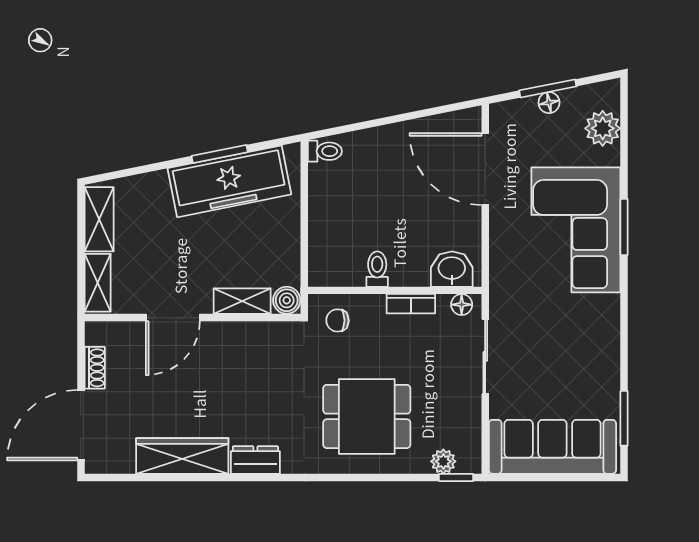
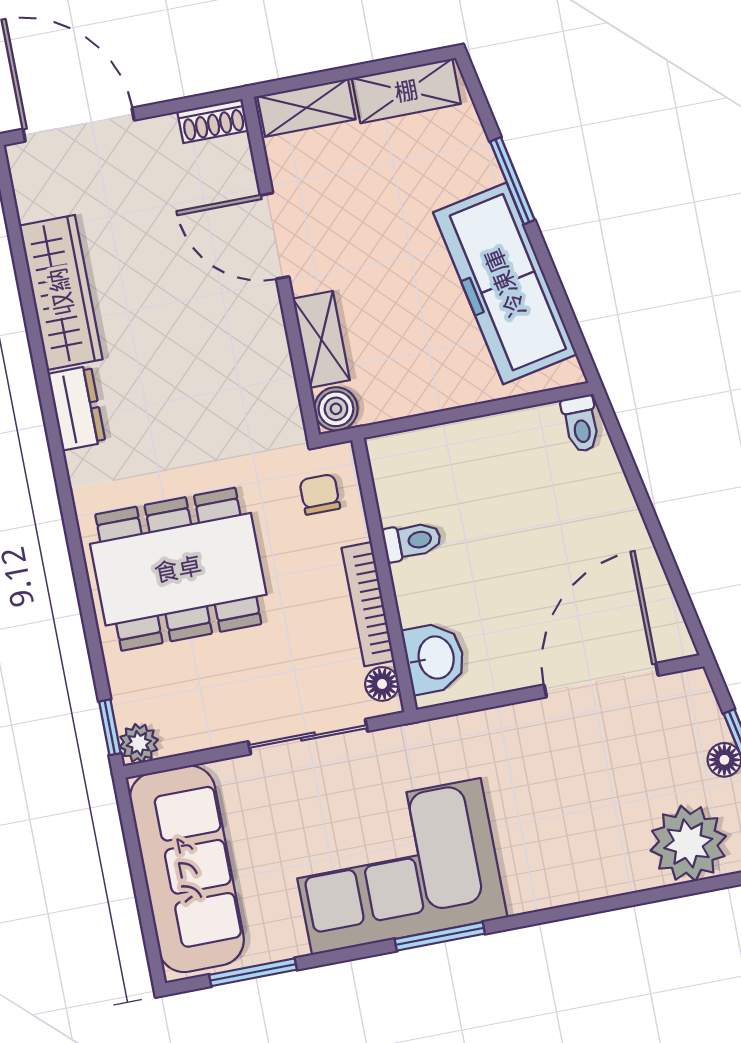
plant: (603, 128) -> (688, 843), width x1.36, depth x1.36
window: (220, 154) -> (512, 181), moved
window: (624, 227) -> (440, 936), moved
corner sofa: (576, 230) -> (396, 867), moved
bookcase: (411, 304) -> (368, 604), width x1.56
shoe rack: (95, 368) -> (213, 121), moved
dining table: (367, 416) -> (178, 569), width x1.37
plant: (443, 461) -> (139, 743), moved

